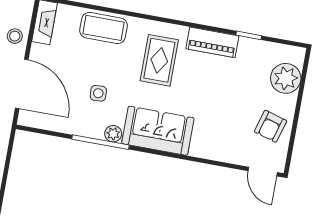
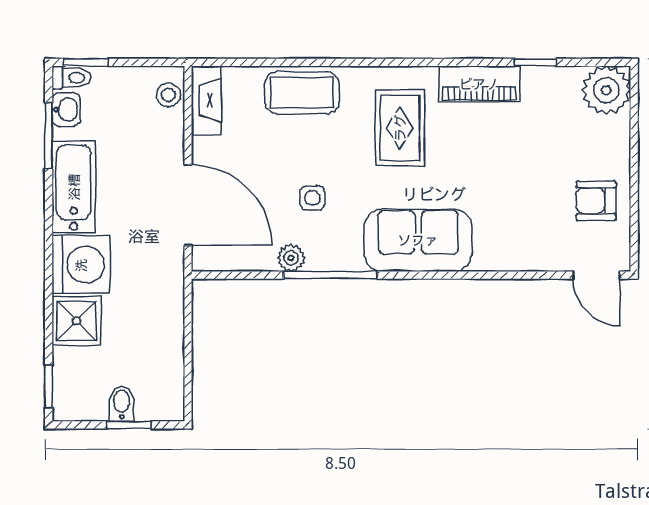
stool: (15, 36) -> (168, 95), moved
plant: (286, 78) -> (606, 90), moved
armchair: (271, 126) -> (596, 201), turned 74
plant: (113, 134) -> (291, 258), moved

